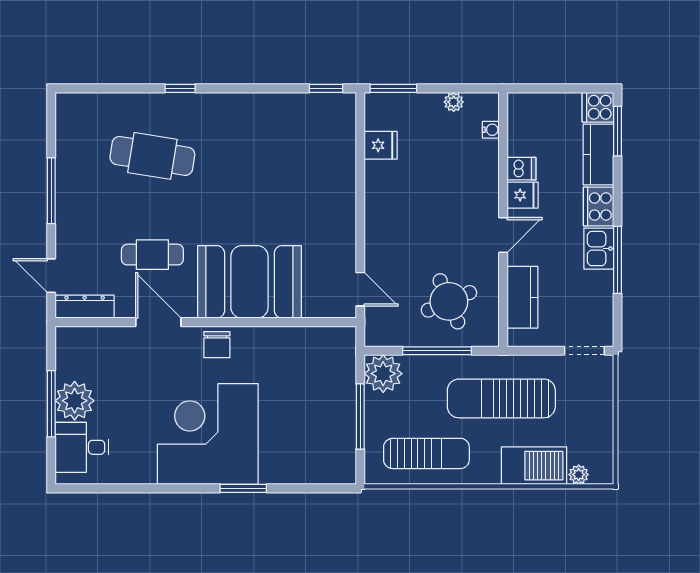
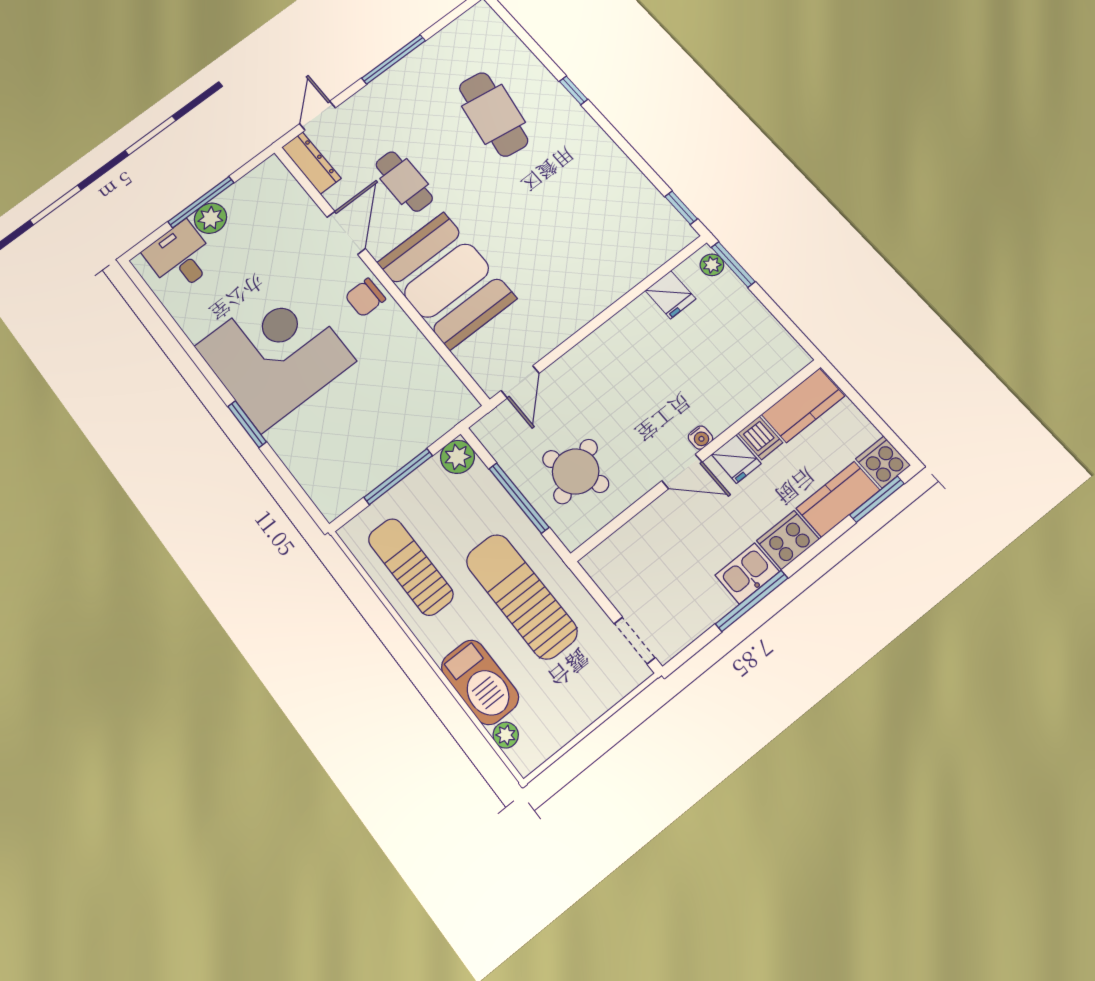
plant: (454, 102) -> (712, 265), moved
water cooler: (491, 130) -> (700, 438), moved
kitchen counter: (522, 297) -> (803, 405), moved
plant: (383, 374) -> (457, 457), width x0.73, depth x0.73
plant: (75, 401) -> (211, 218), width x0.73, depth x0.73
sun lounger: (426, 453) -> (411, 567), turned 180

